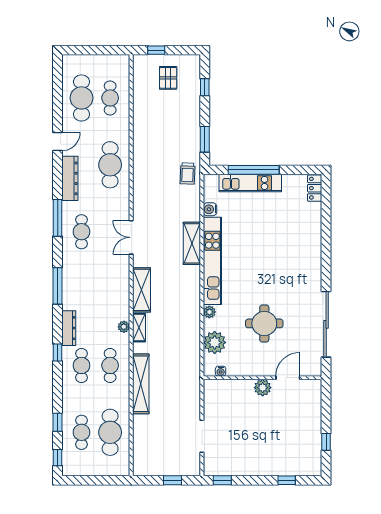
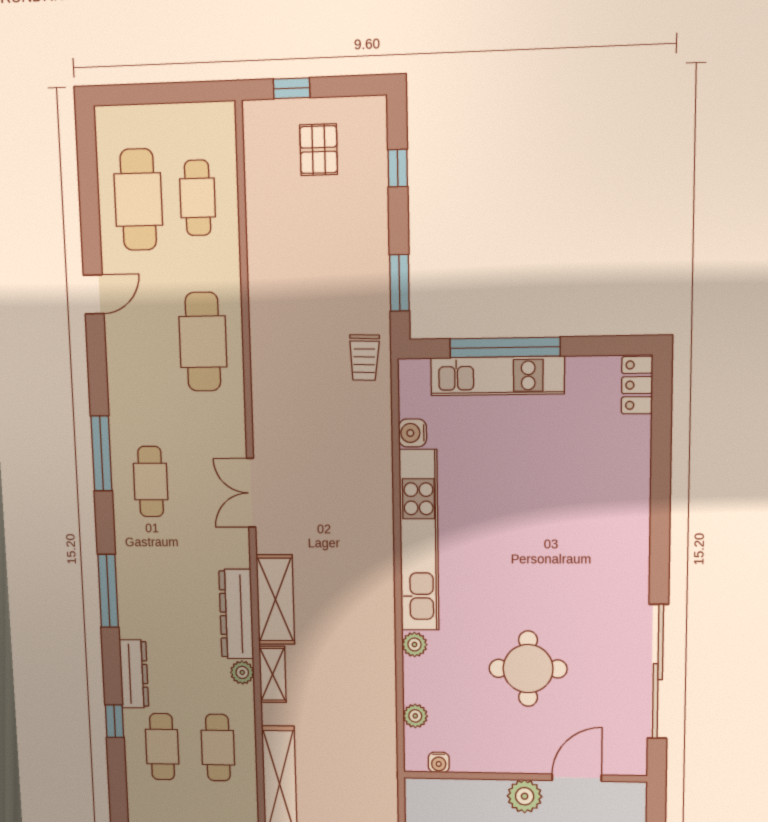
dresser: (70, 178) -> (236, 614), moved, turned 180
shelving: (192, 243) -> (376, 505), removed
plant: (215, 342) -> (415, 716), width x0.53, depth x0.53

